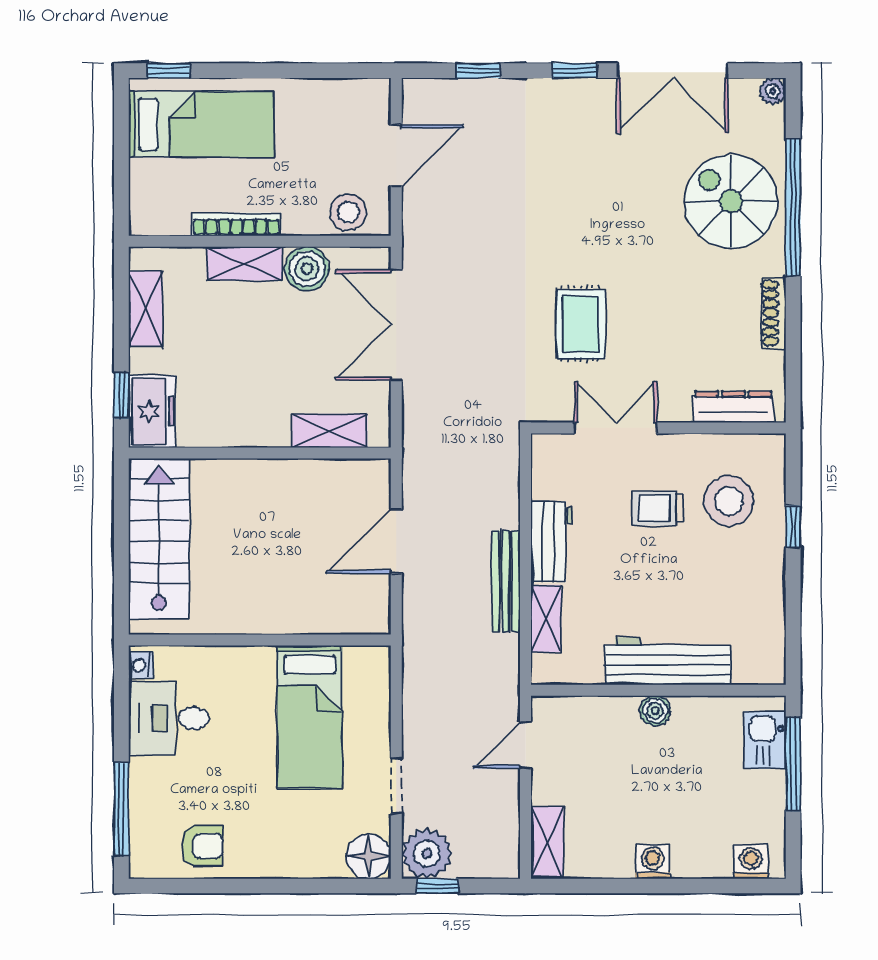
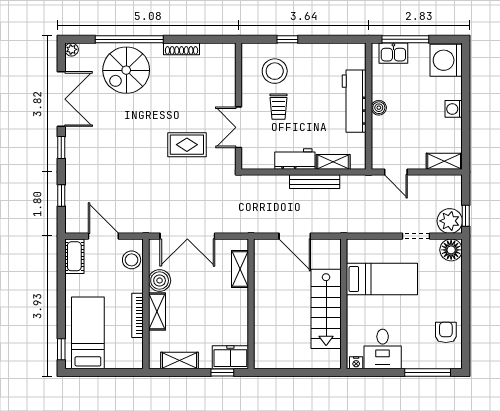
cot: (356, 97) -> (74, 256), added
dresser: (733, 407) -> (228, 69), removed
stairs: (159, 539) -> (326, 309), moved, turned -90
washing machine: (751, 862) -> (446, 60), width x1.89, depth x1.89

